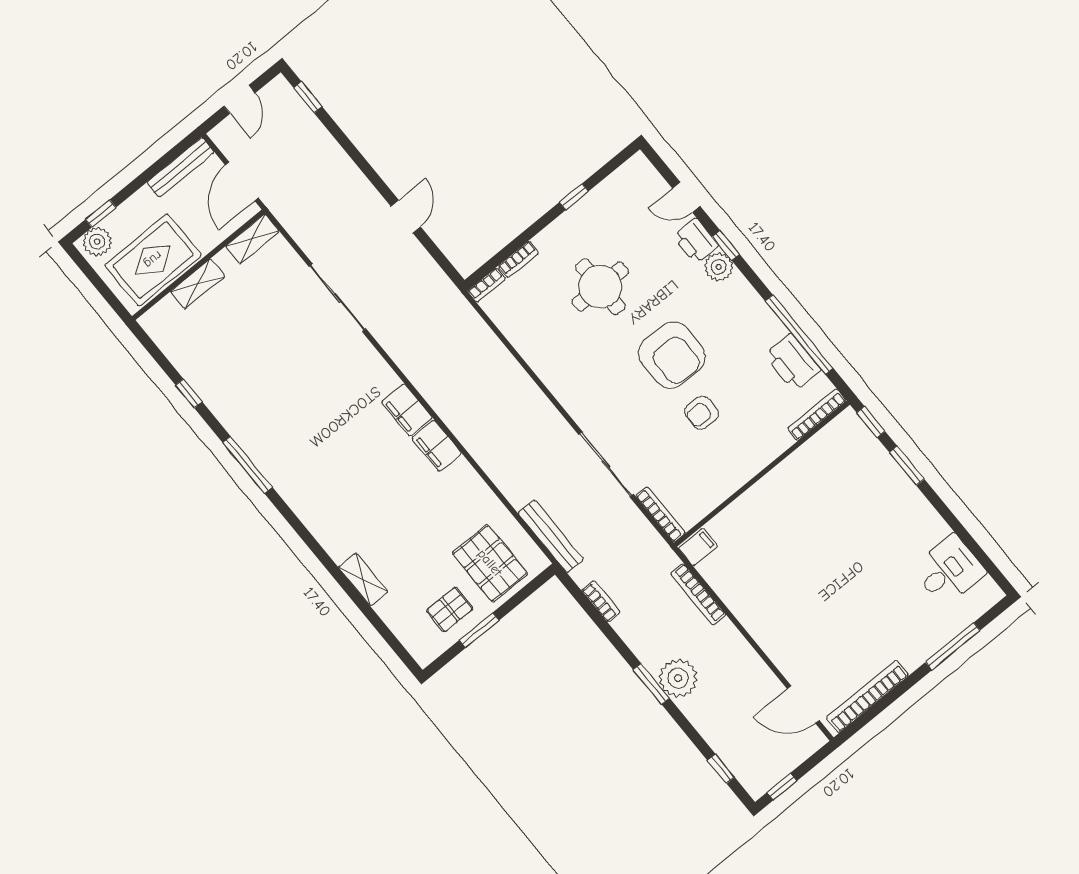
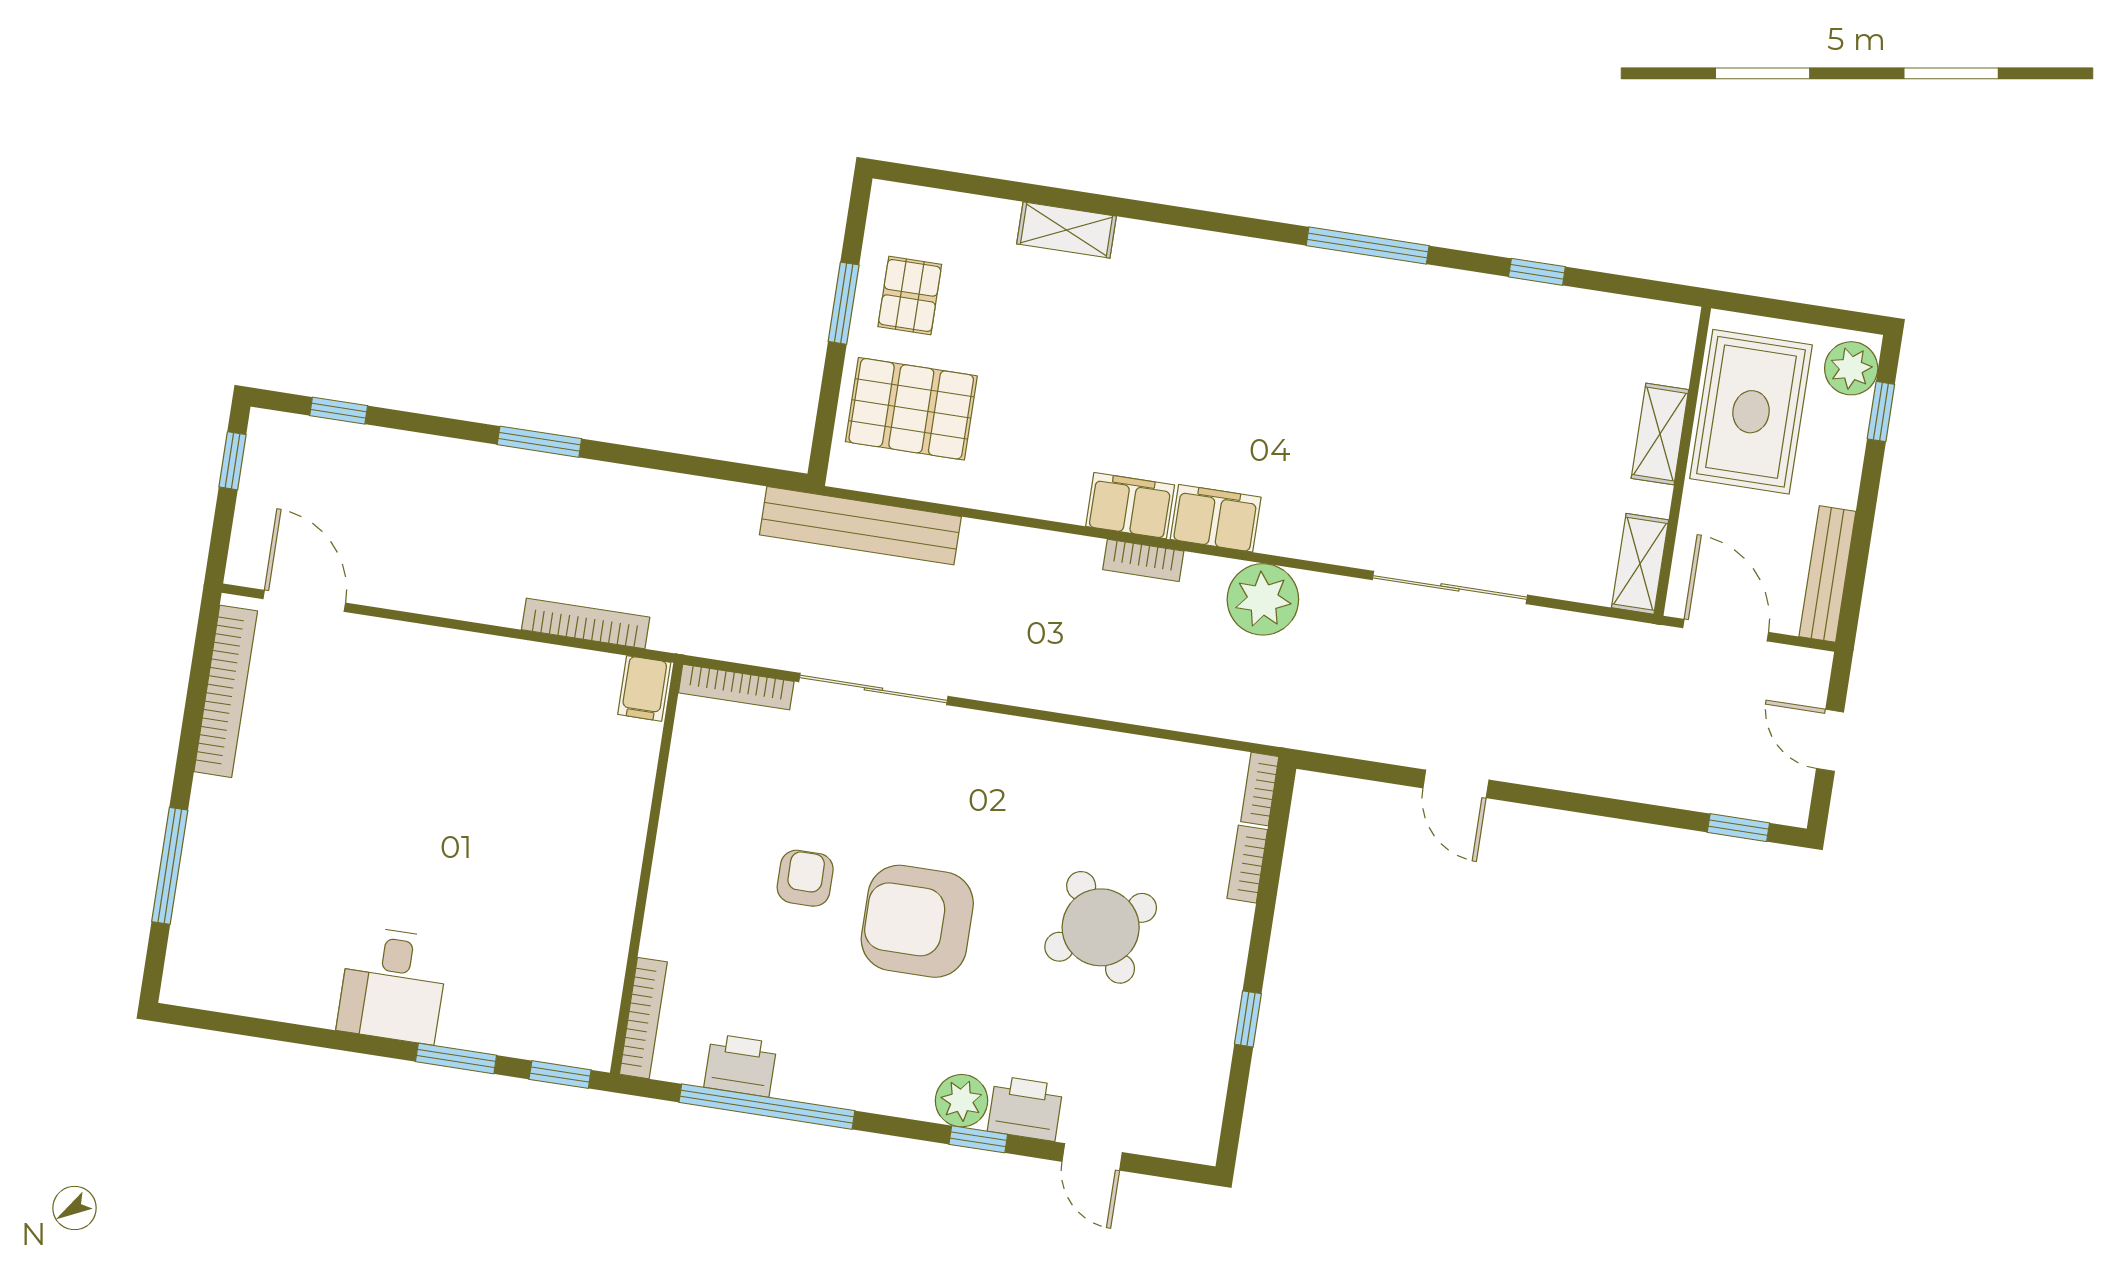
door: (686, 197) -> (1092, 1157), swing flipped
round table: (600, 287) -> (1101, 927), turned -34
printer: (793, 362) -> (740, 1065), width x0.73, depth x0.84
bench: (551, 536) -> (860, 526), width x1.37, depth x1.21
desk: (949, 570) -> (393, 985), moved
bookcase: (601, 601) -> (1143, 560), moved
plant: (678, 678) -> (1263, 599), moved
door: (803, 705) -> (304, 601), hinge flipped

